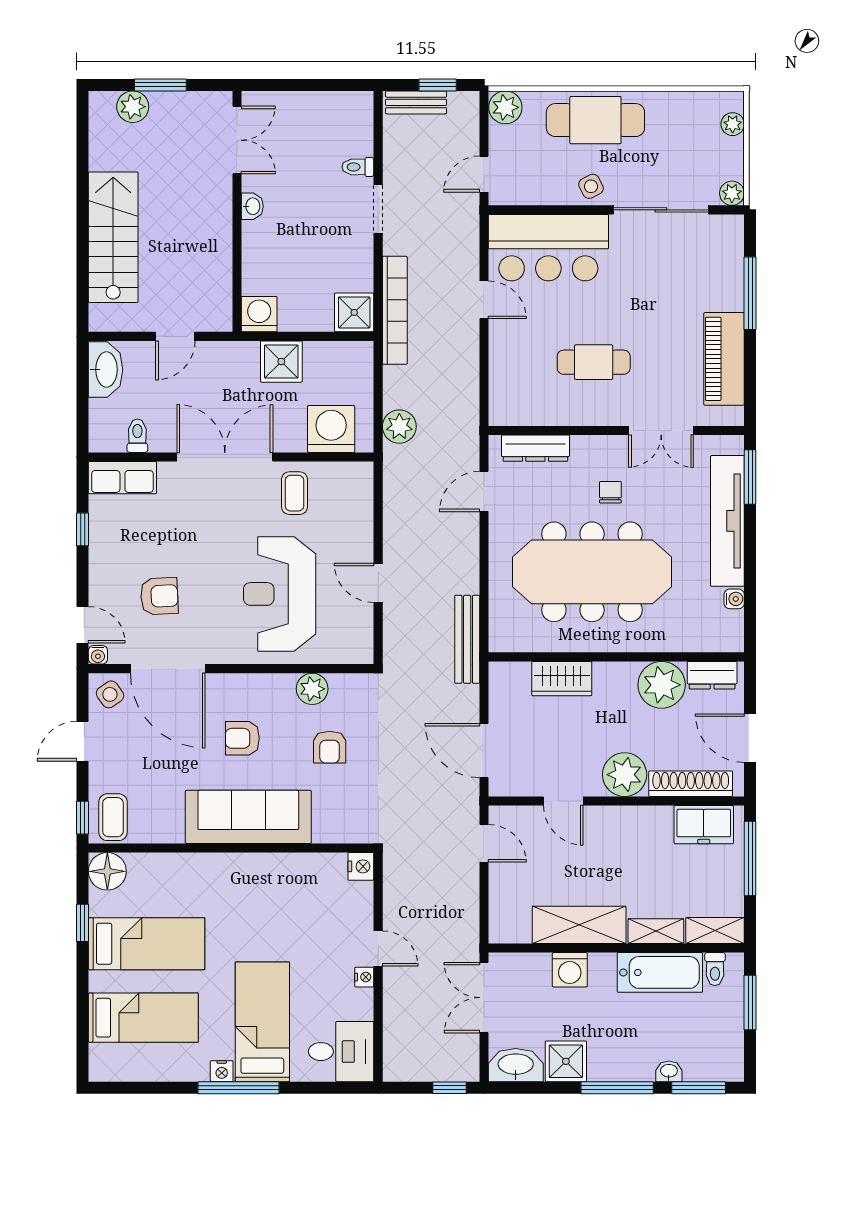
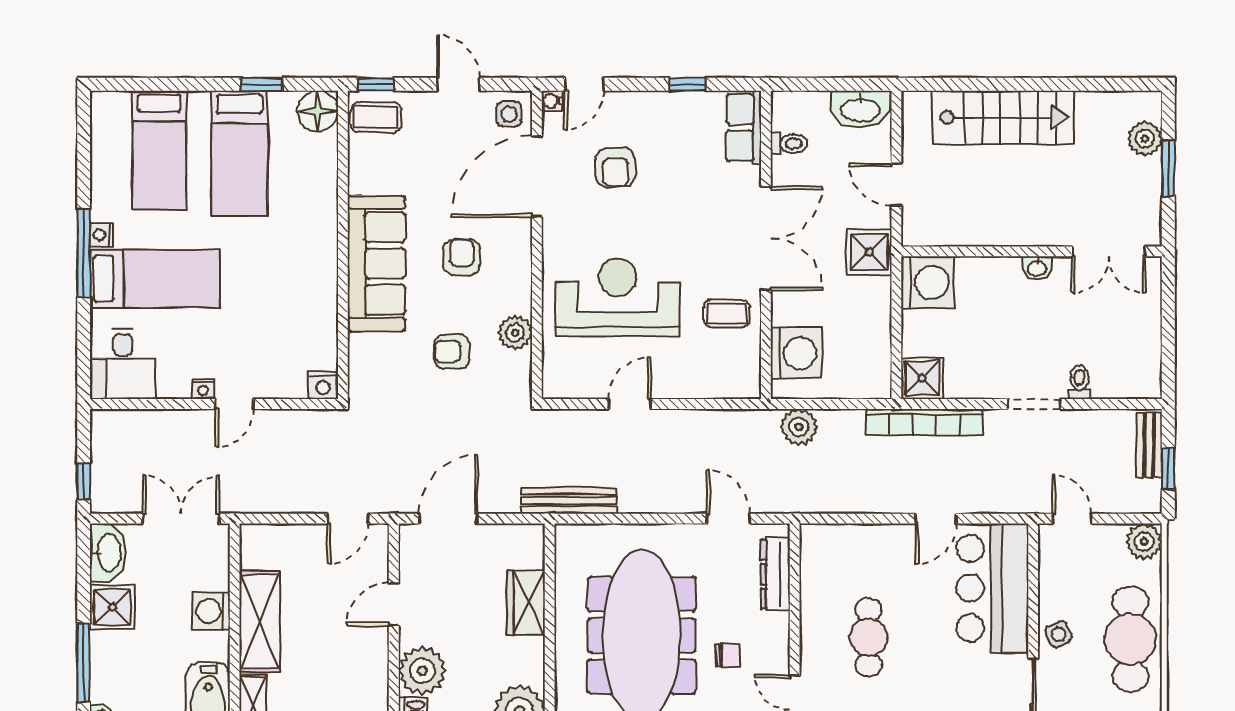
washing machine: (259, 314) -> (928, 283), width x1.37, depth x1.37
shower: (281, 362) -> (869, 252), moved
side table: (110, 694) -> (509, 114), turned 35

